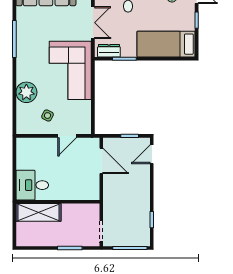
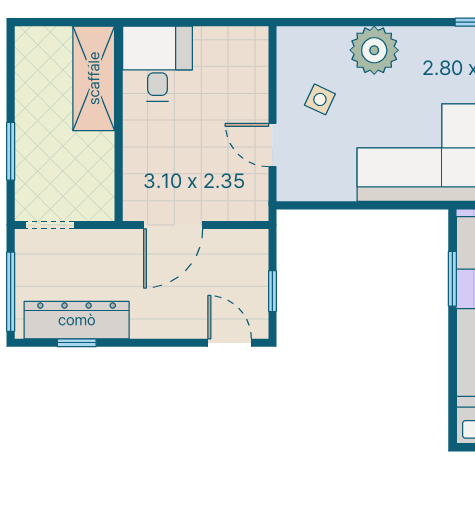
door: (101, 161) -> (173, 225), moved
dresser: (142, 220) -> (77, 320), added

